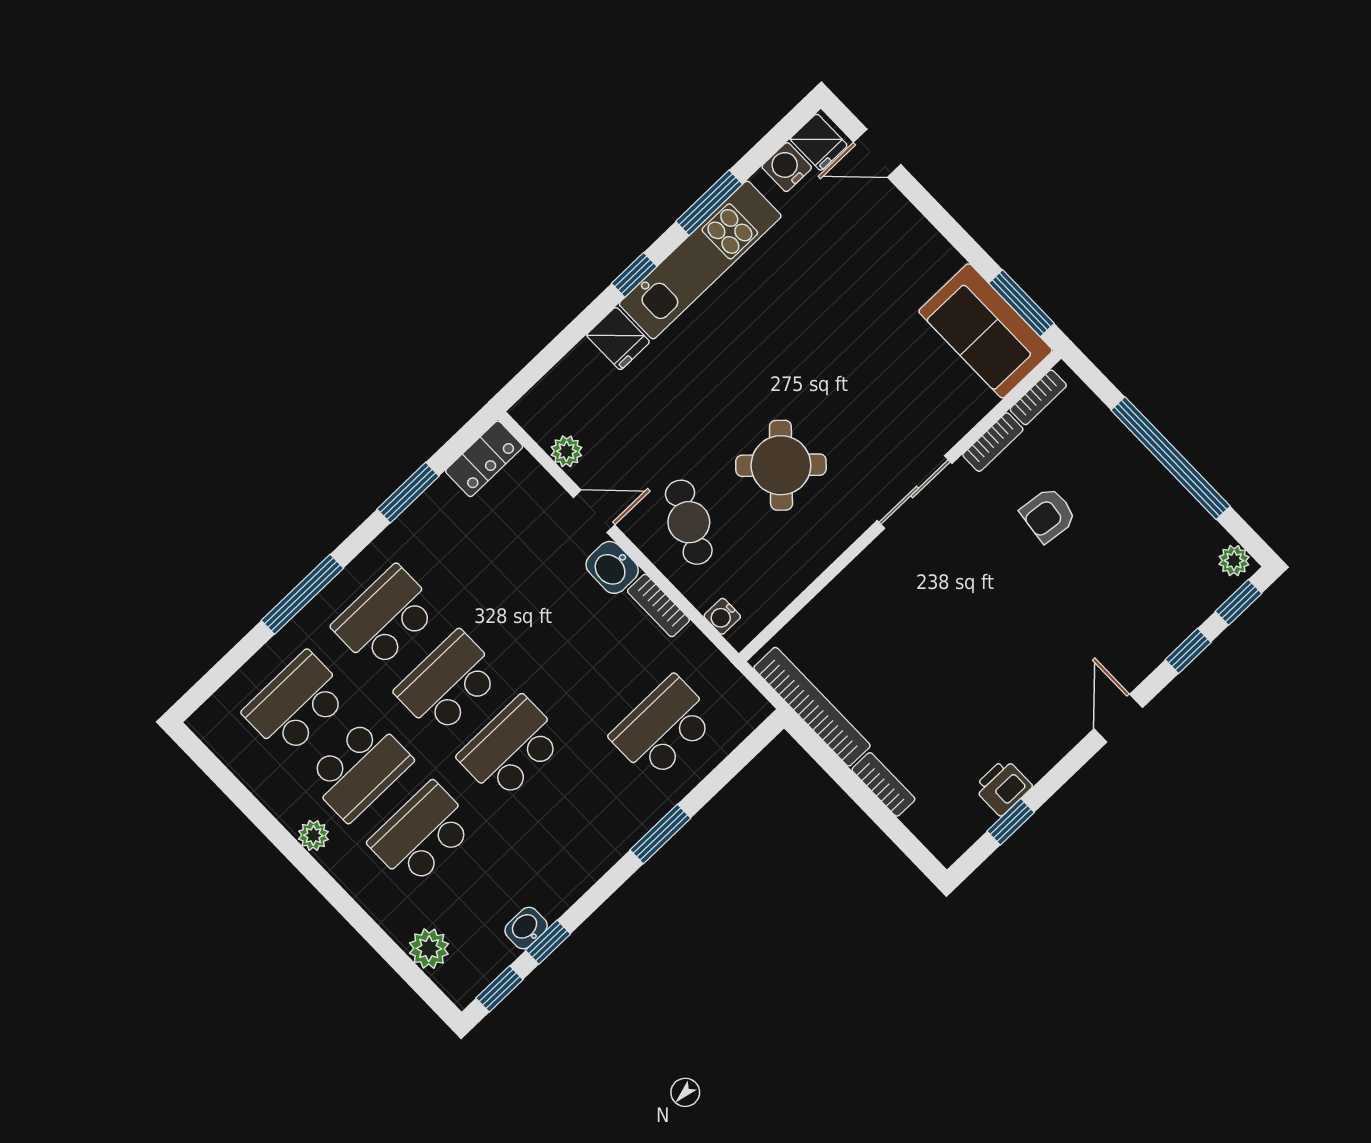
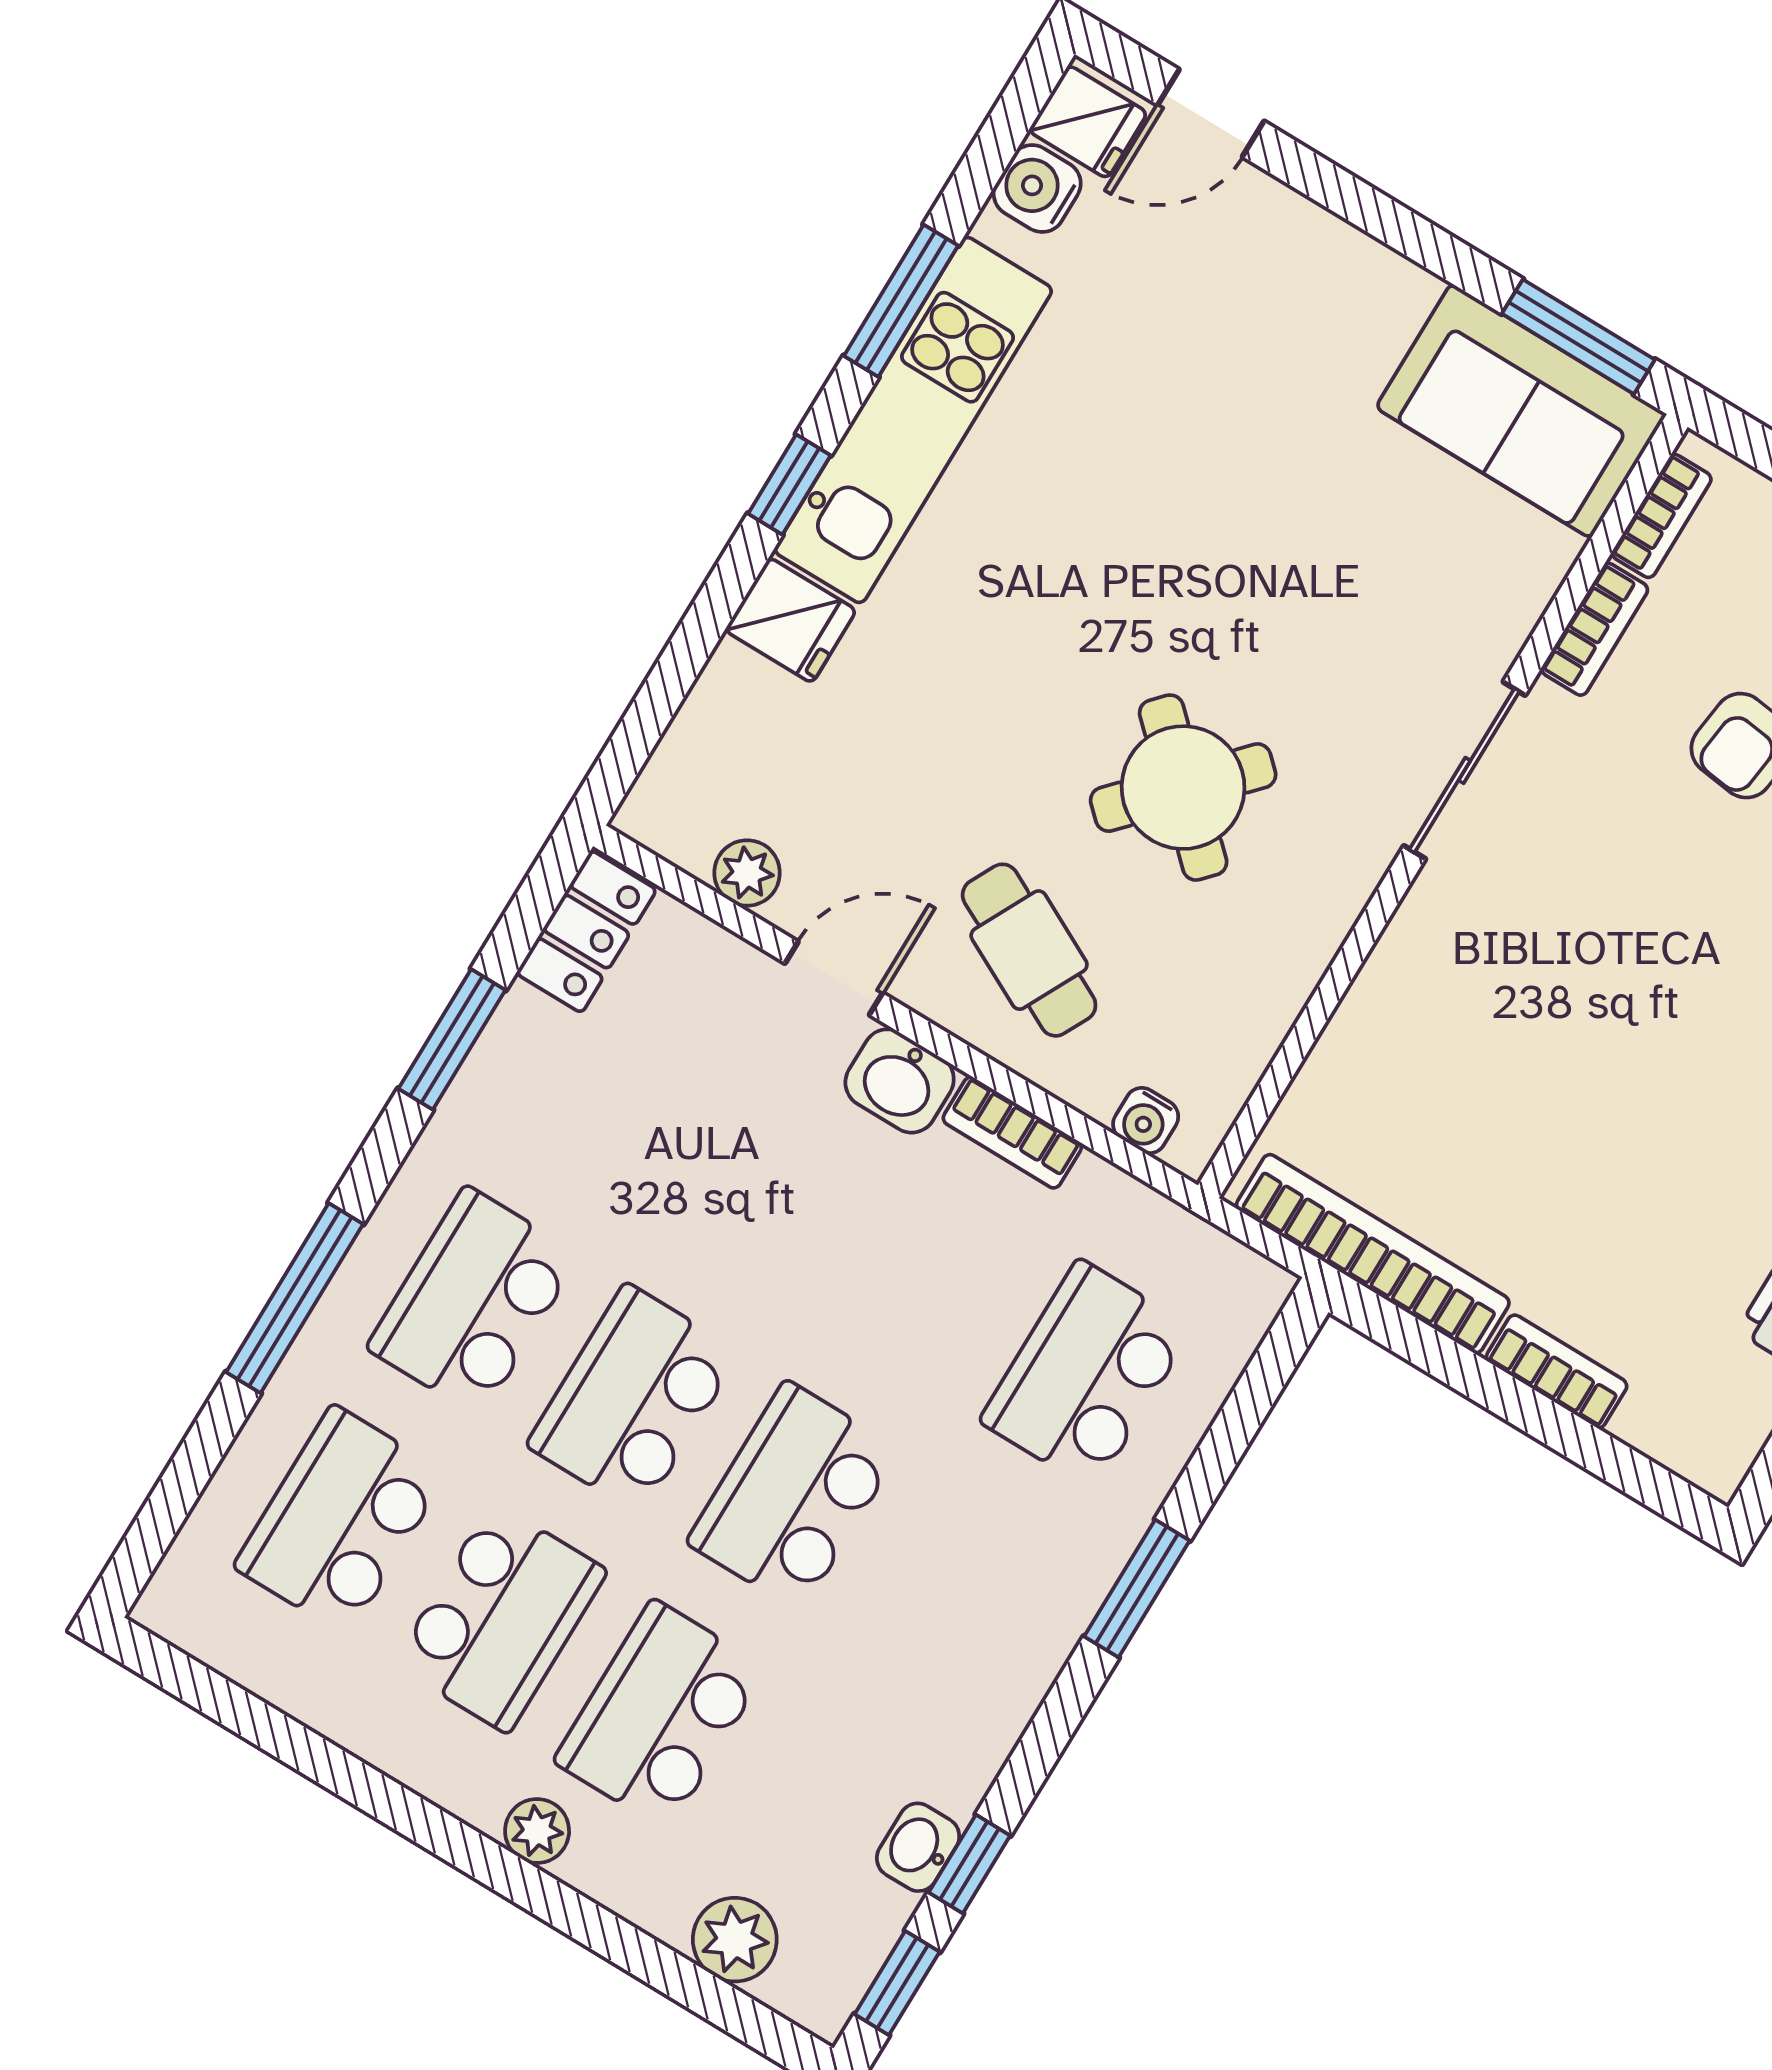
plant: (313, 835) -> (537, 1831), moved

